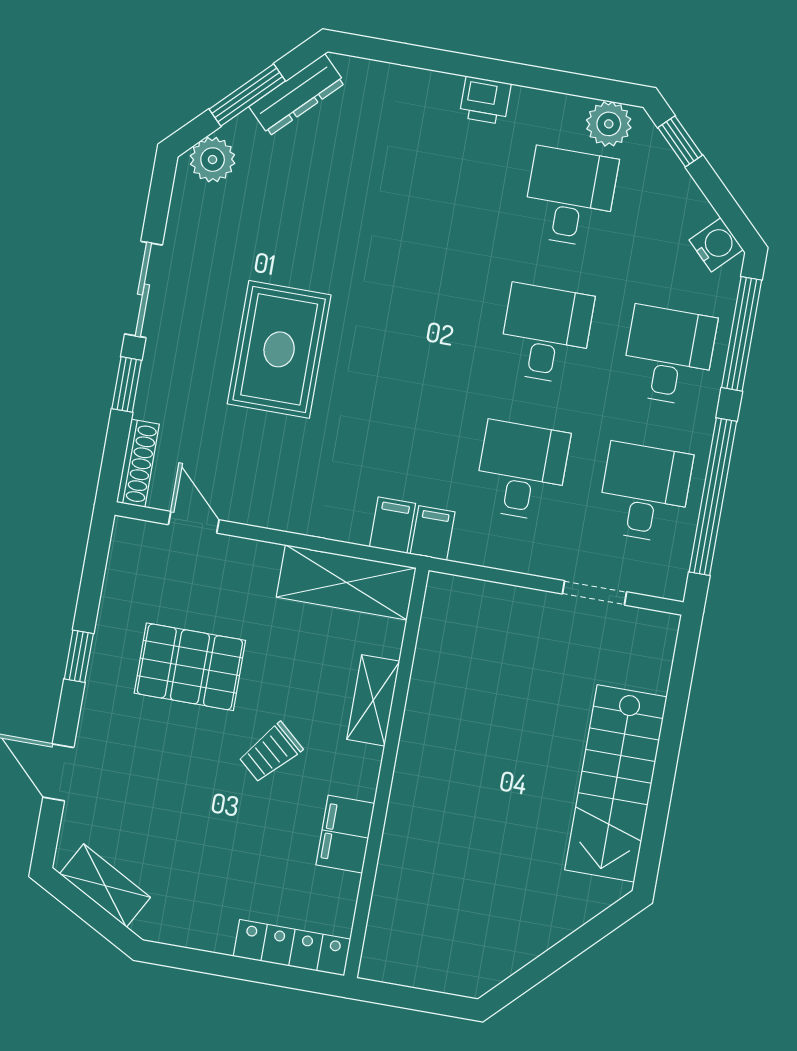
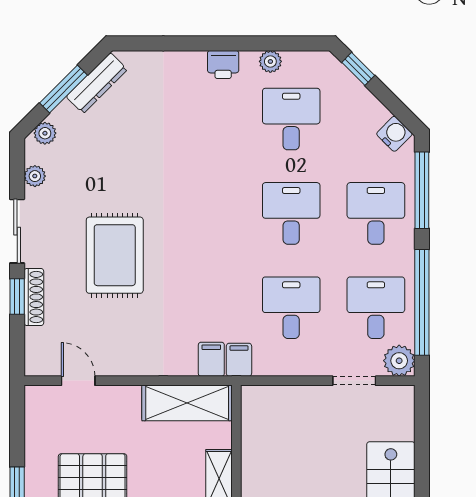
plant: (609, 124) -> (270, 61), moved, width x0.73, depth x0.73
plant: (213, 160) -> (45, 133), width x0.73, depth x0.73
plant: (183, 214) -> (35, 176), added
shoe rack: (138, 463) -> (34, 297), moved
plant: (665, 575) -> (399, 361), added

